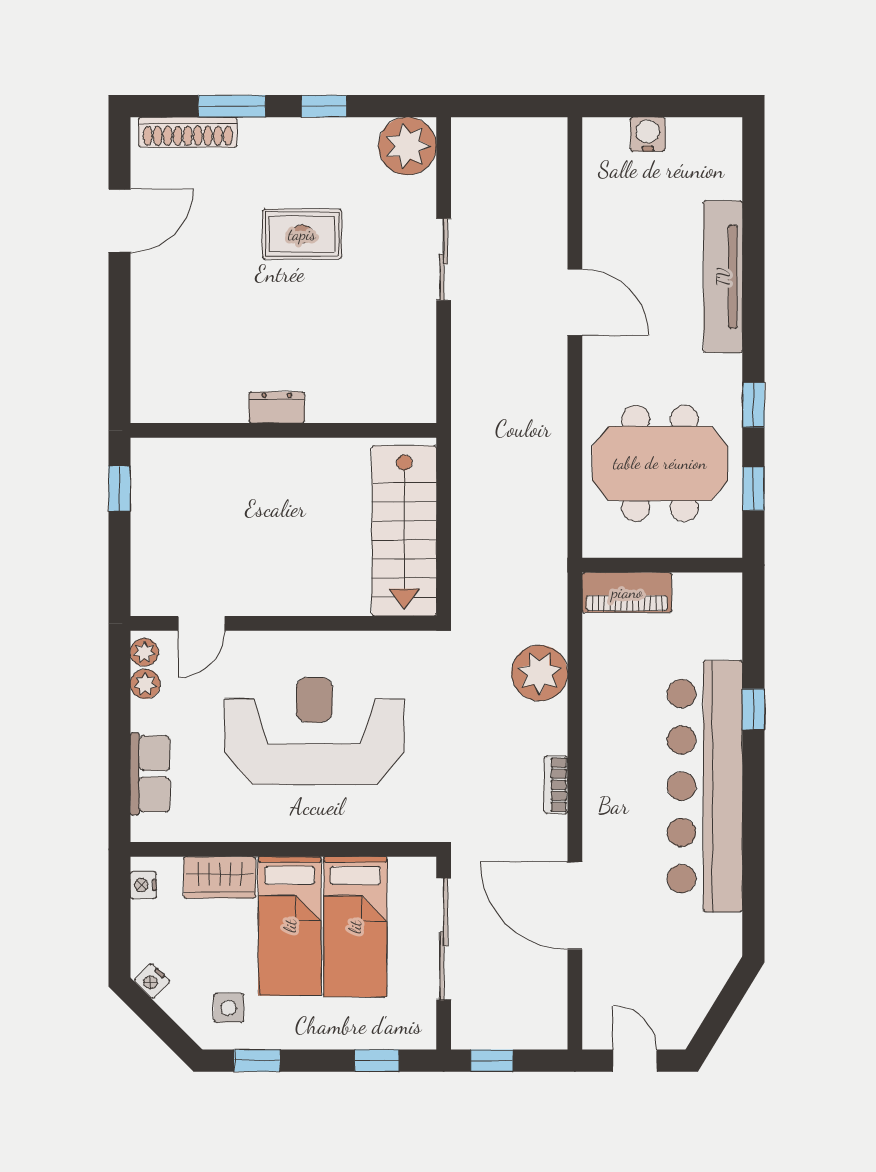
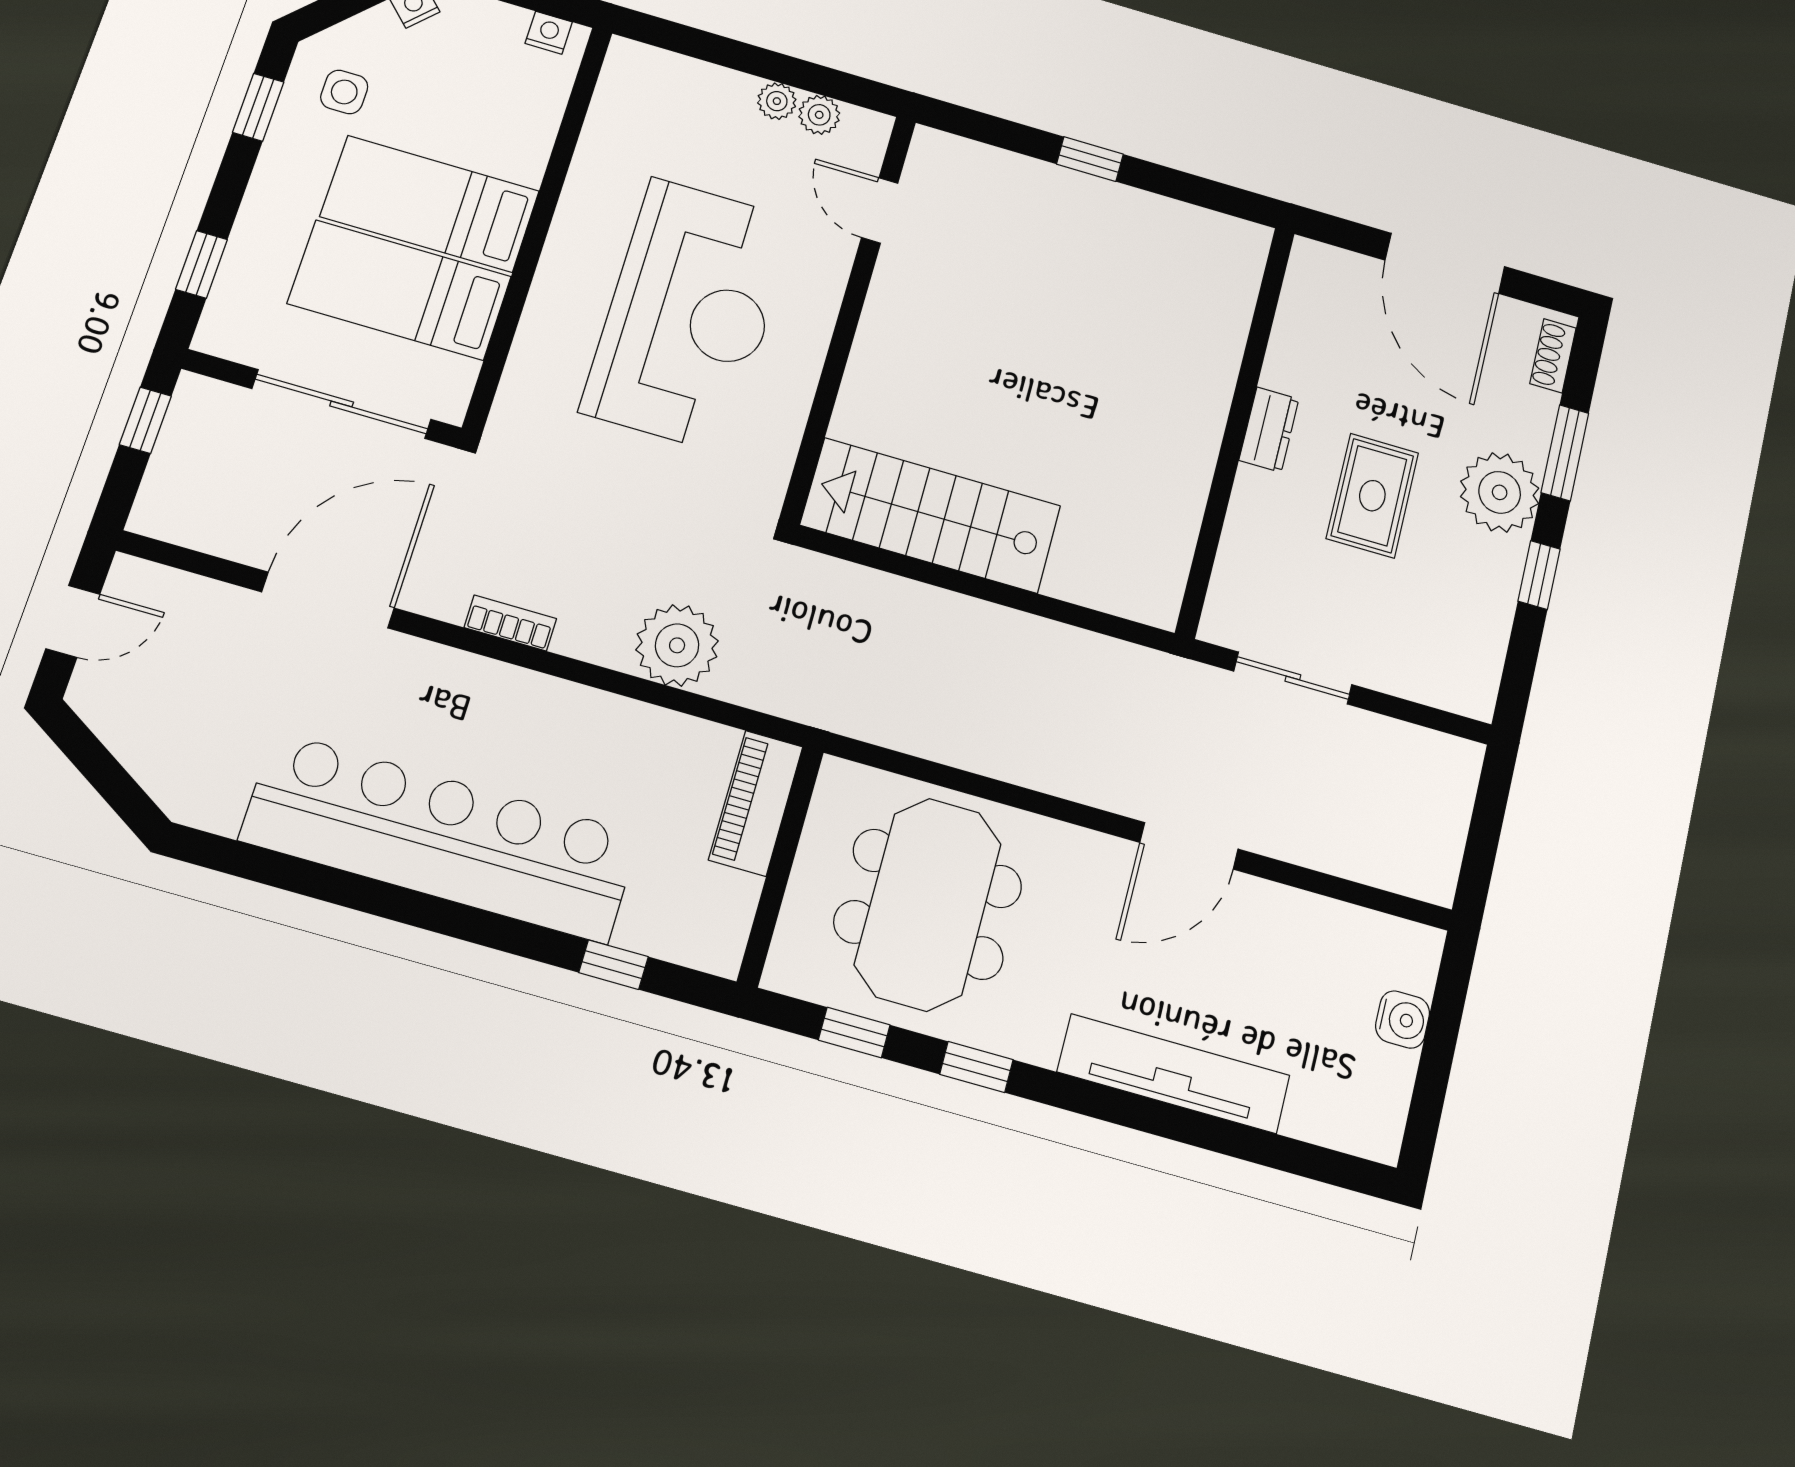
shoe rack: (188, 132) -> (1553, 356), width x0.51, depth x0.81
plant: (407, 146) -> (1500, 492), moved
door: (119, 221) -> (1445, 263), width x1.36
dresser: (277, 407) -> (1269, 430), moved
wall: (283, 430) -> (1236, 429), moved
plant: (144, 652) -> (777, 101), moved
window: (753, 709) -> (613, 965), moved
row of seats: (150, 774) -> (696, 85), removed
wardrobe: (220, 877) -> (527, 133), removed

